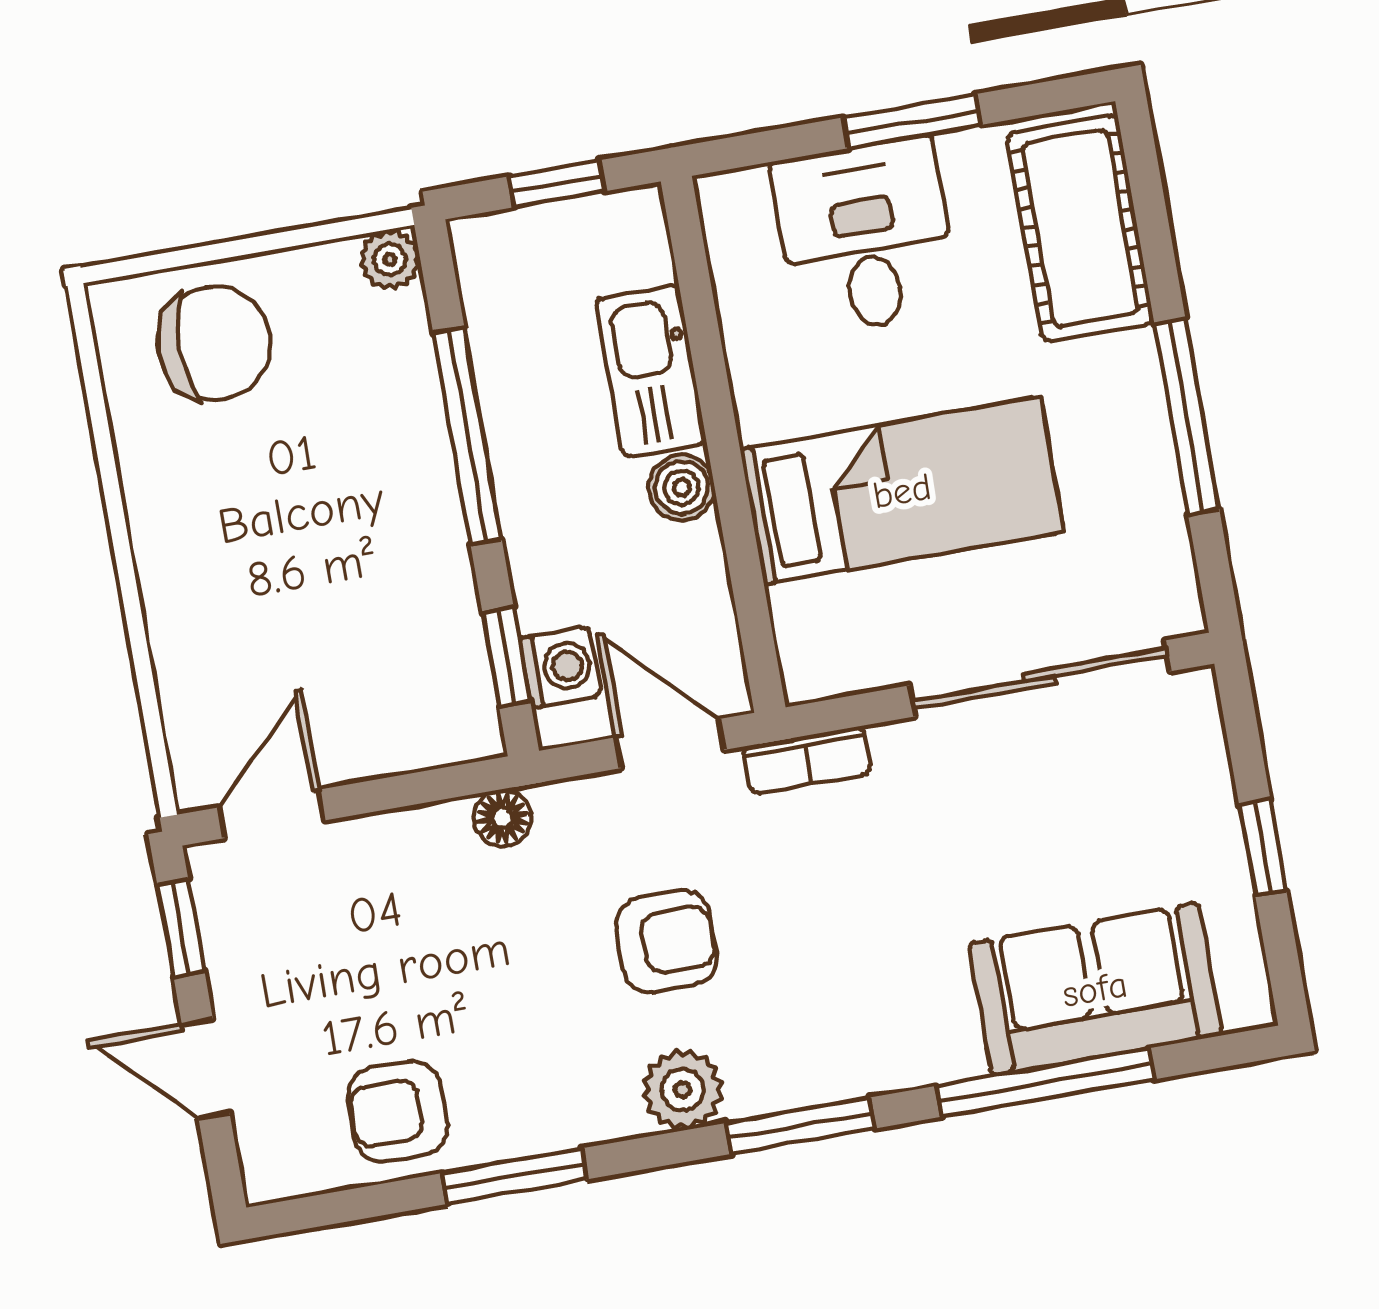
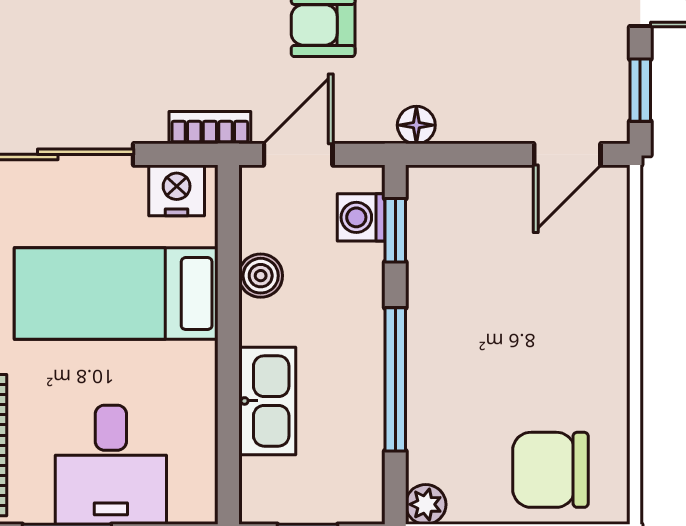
boiler: (682, 488) -> (261, 276), moved
nightstand: (840, 659) -> (177, 190), added
door: (670, 744) -> (298, 154), swing flipped

